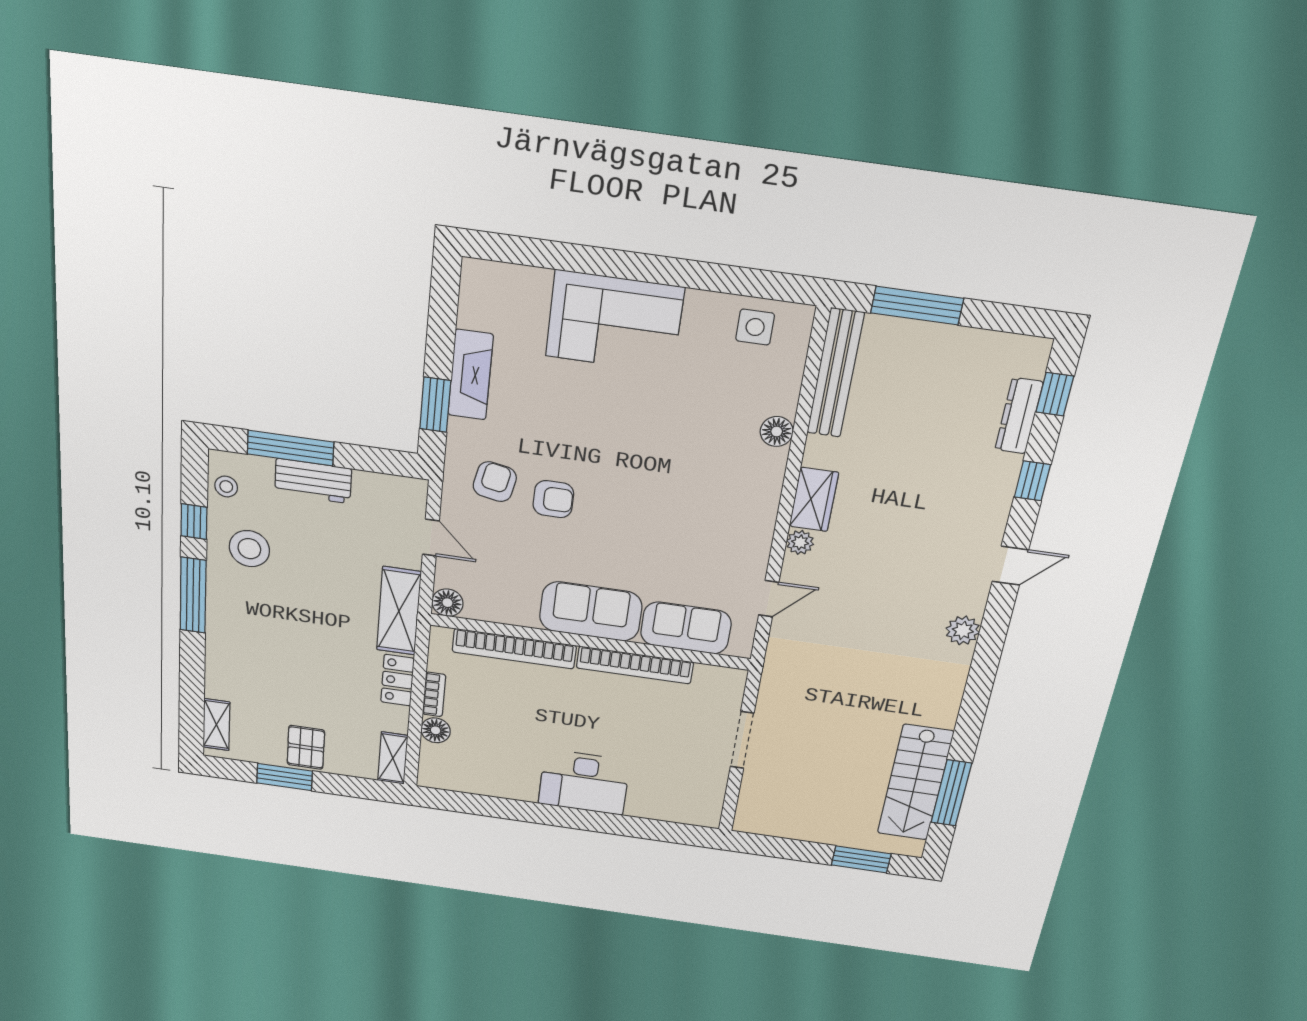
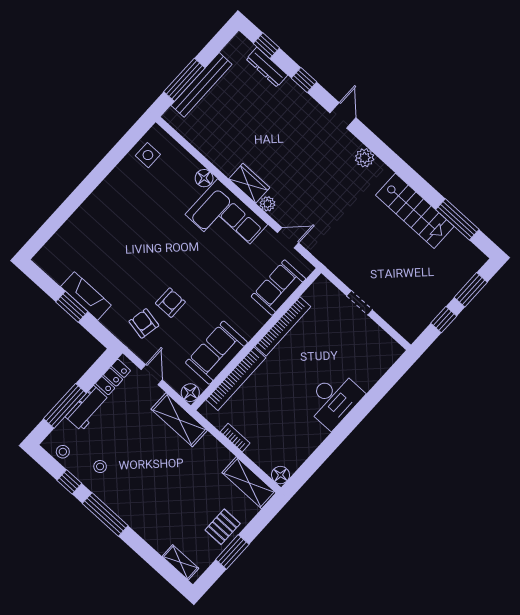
corner sofa: (615, 322) -> (226, 219), moved, turned 90
bench: (835, 373) -> (202, 85), moved, turned 90
window: (435, 405) -> (72, 307), moved
door: (431, 538) -> (152, 375), hinge flipped
stool: (249, 549) -> (100, 467), width x0.53, depth x0.53
door: (769, 599) -> (288, 238), hinge flipped
sofa: (591, 611) -> (216, 353), moved
locker: (398, 680) -> (113, 377), moved, turned -90
floor lamp: (436, 730) -> (281, 475), moved
doorway: (742, 740) -> (359, 303), width x0.73
pallet: (306, 747) -> (223, 527), turned 90
shelving: (393, 758) -> (249, 483), width x1.50, depth x1.33
stairs: (915, 783) -> (415, 211), moved
window: (796, 850) -> (444, 320), added

